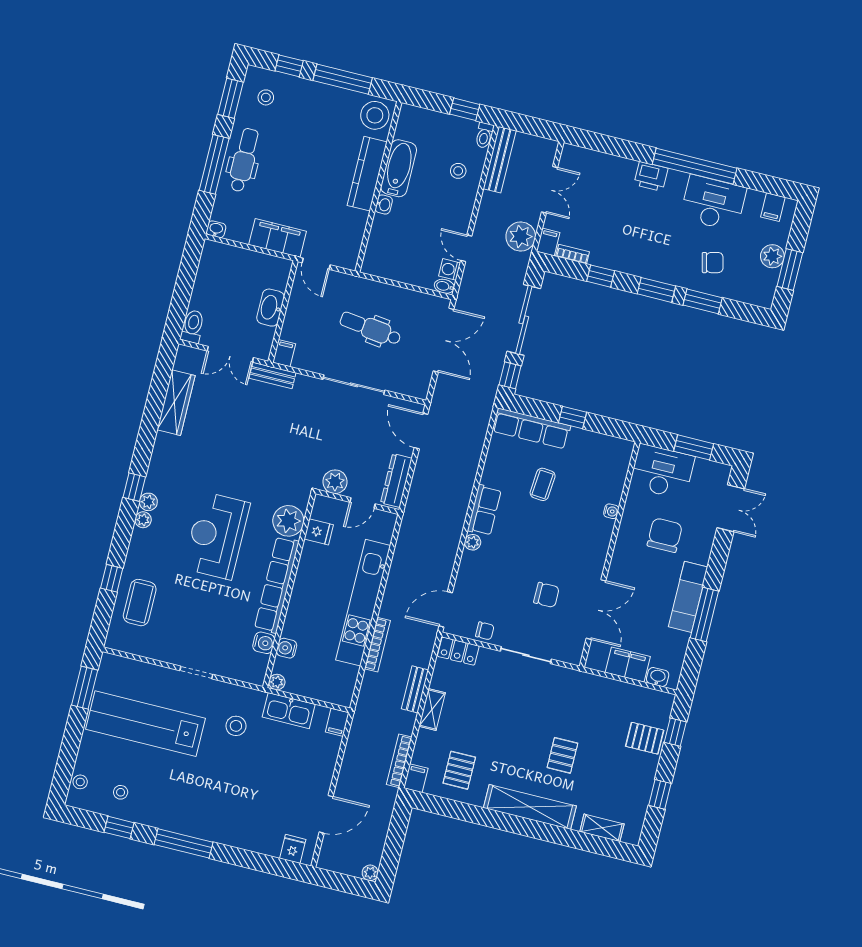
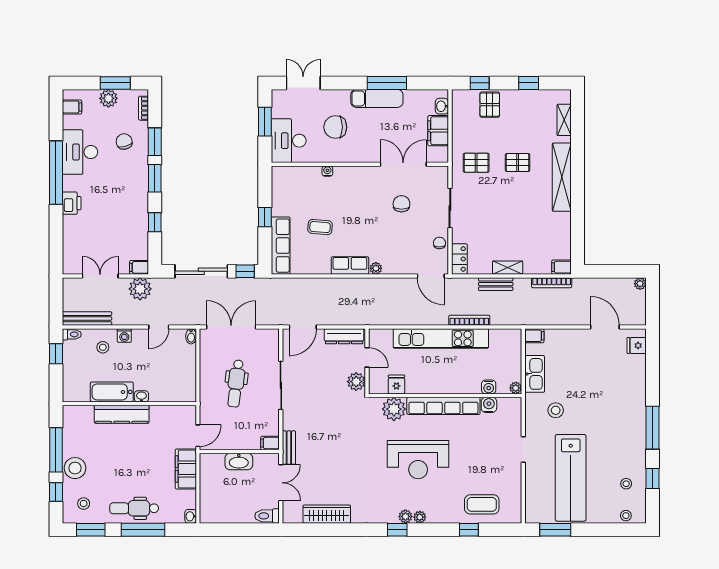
stool: (375, 115) -> (75, 468), moved
bookcase: (573, 254) -> (144, 108), moved
washing machine: (450, 269) -> (124, 336), moved
pallet: (459, 770) -> (476, 163), moved

